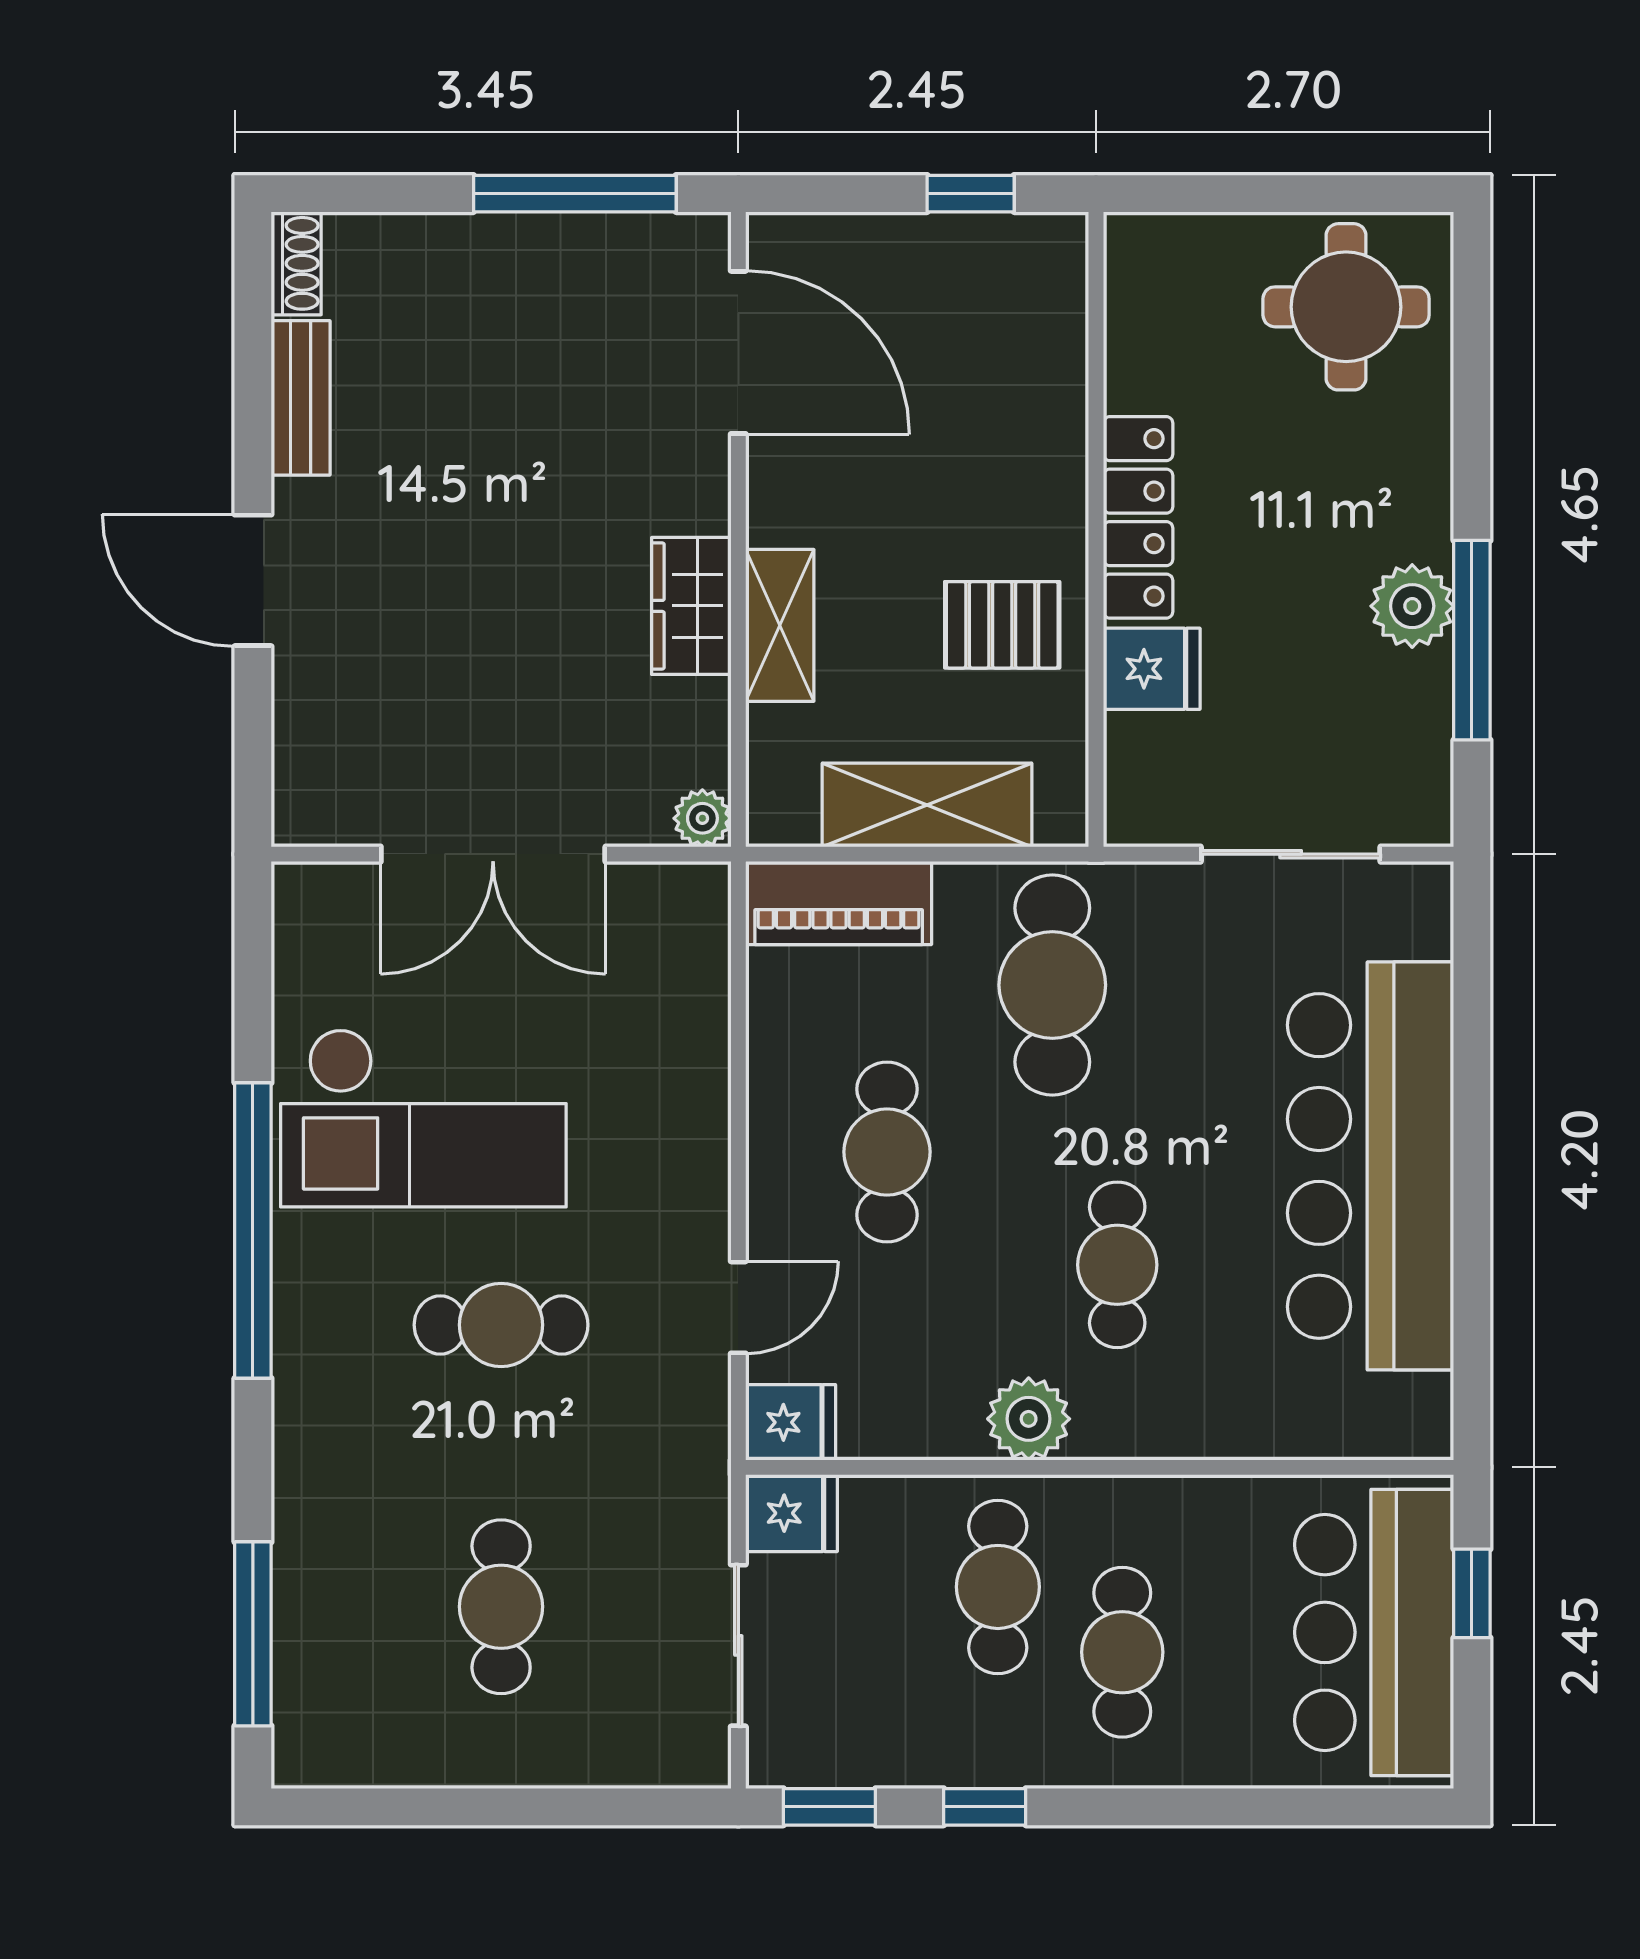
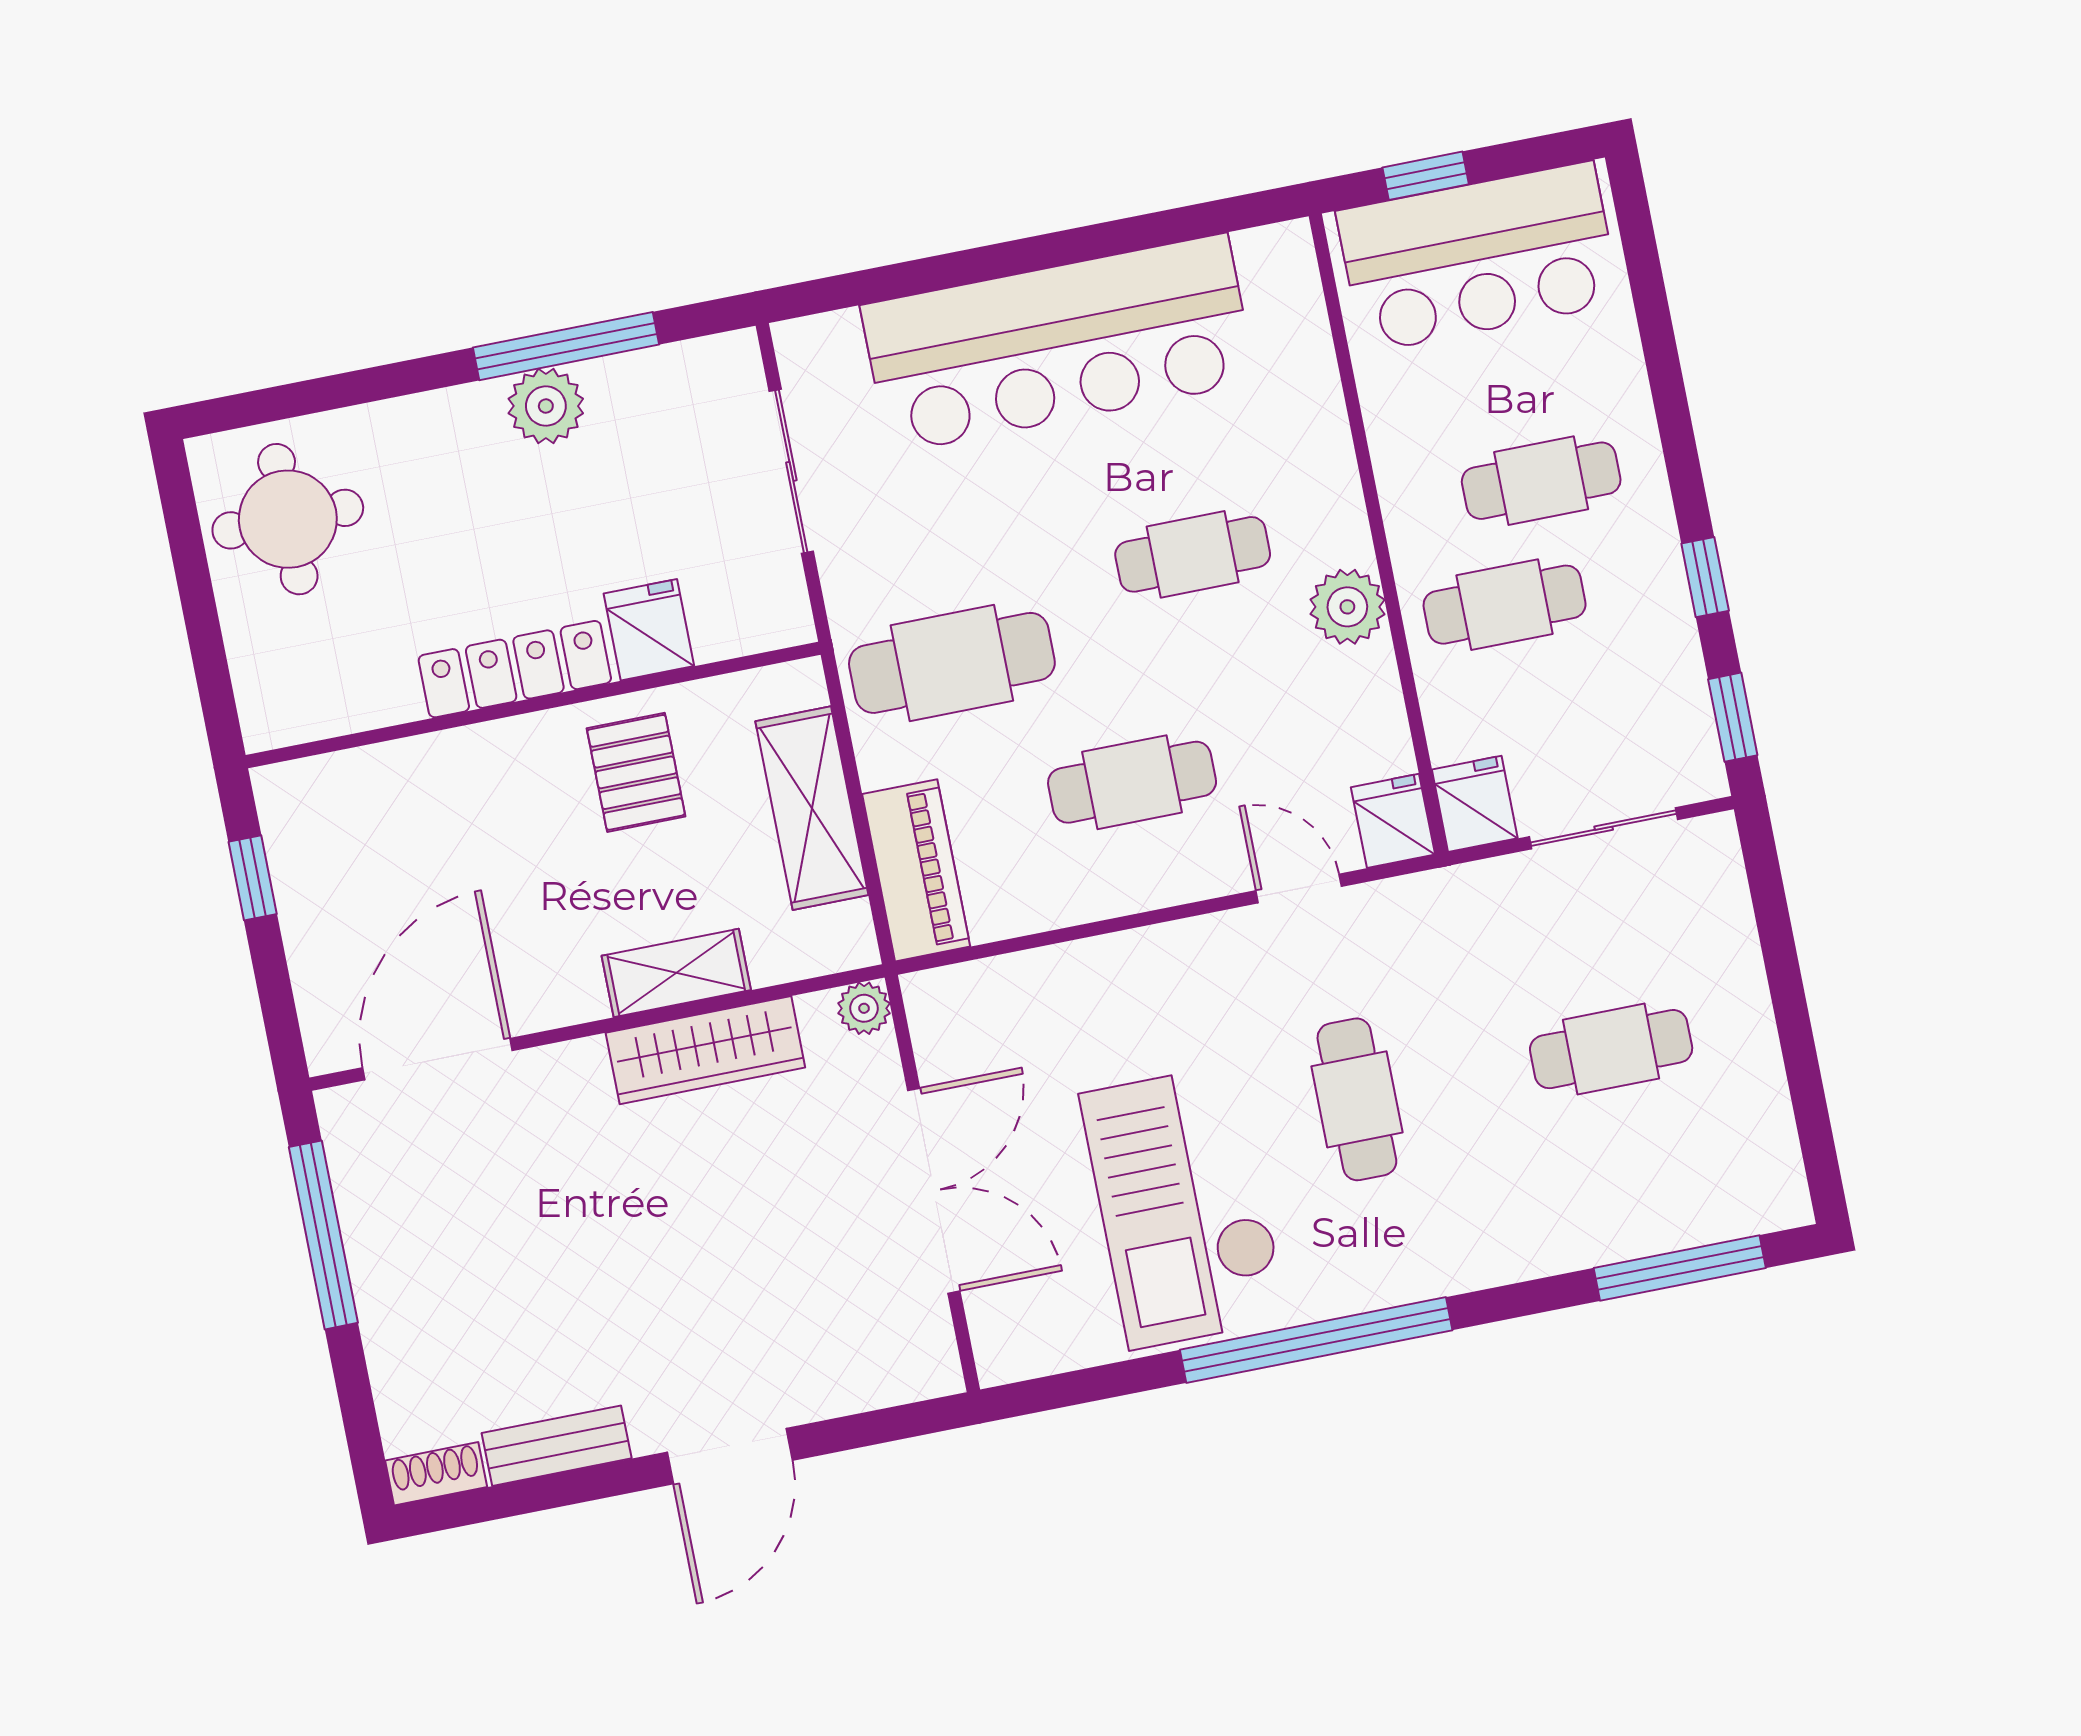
wardrobe: (691, 606) -> (705, 1050), width x1.50
checkout: (423, 1118) -> (1184, 1206), turned 180

